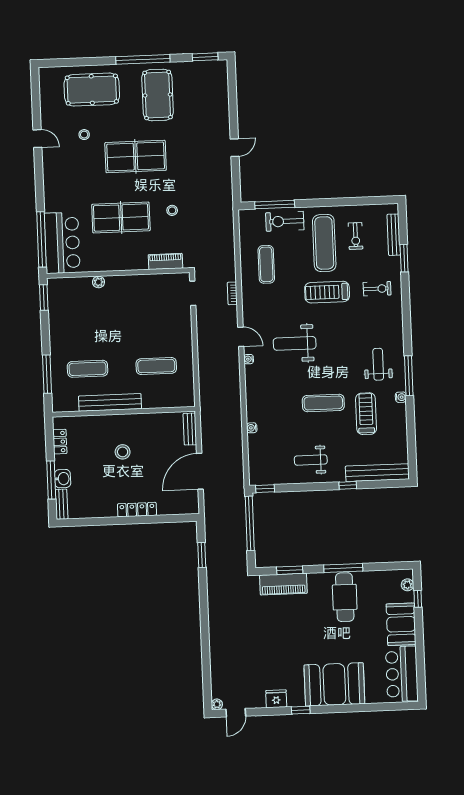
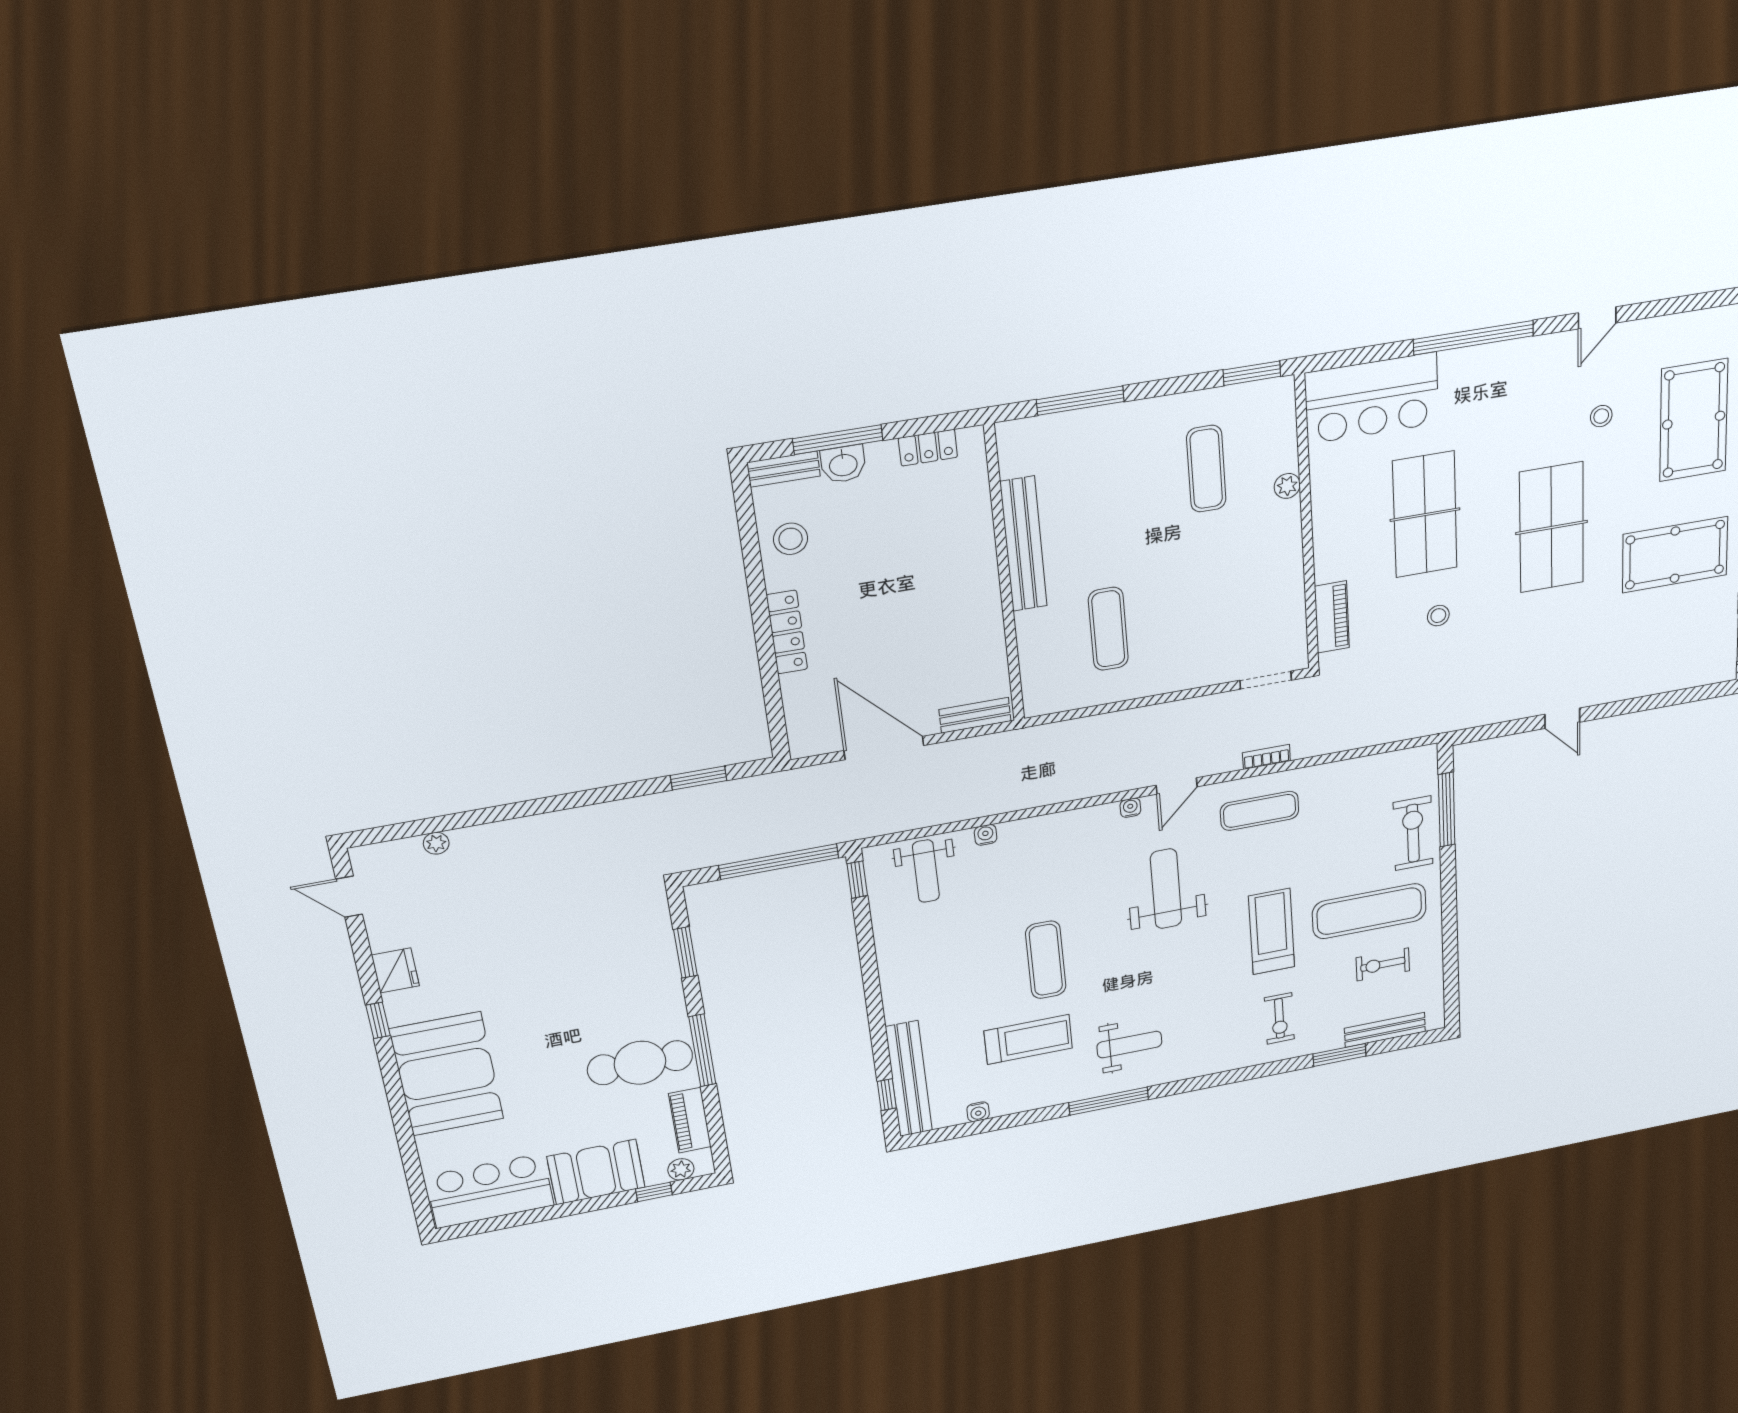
window: (42, 239) -> (1473, 338), moved
exercise mat: (266, 264) -> (1260, 811), moved
exercise mat: (88, 369) -> (1206, 469), moved
water cooler: (401, 397) -> (978, 1112), moved
stool: (123, 452) -> (791, 539), moved
weight bench: (311, 460) -> (926, 871), moved, turned 180
window: (348, 485) -> (887, 1095), moved
piano: (283, 584) -> (690, 1120), moved, width x0.73, depth x0.75
plant: (217, 704) -> (436, 843), moved

